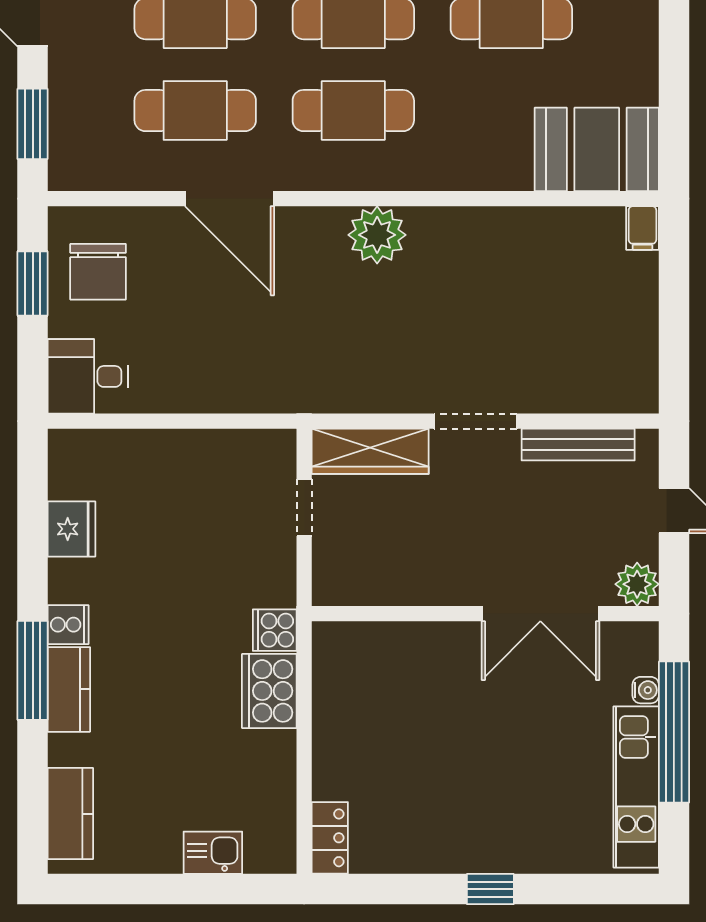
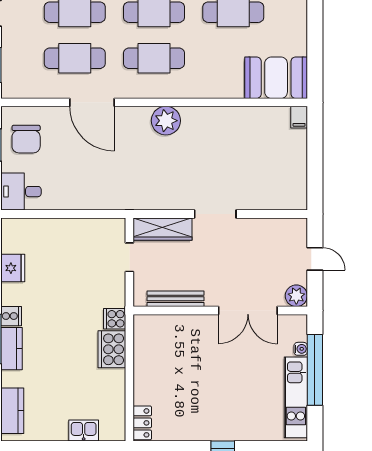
bench: (578, 445) -> (175, 299), moved

